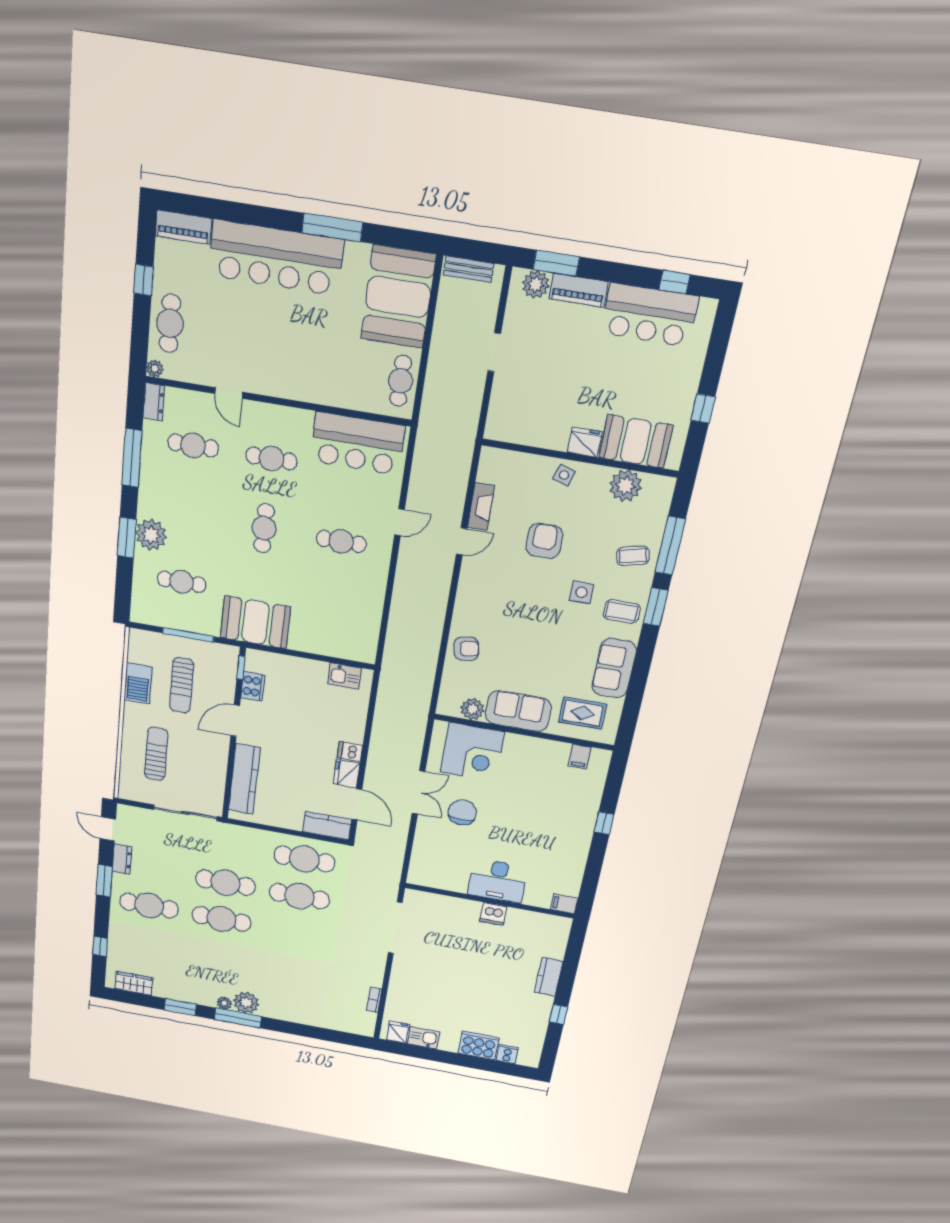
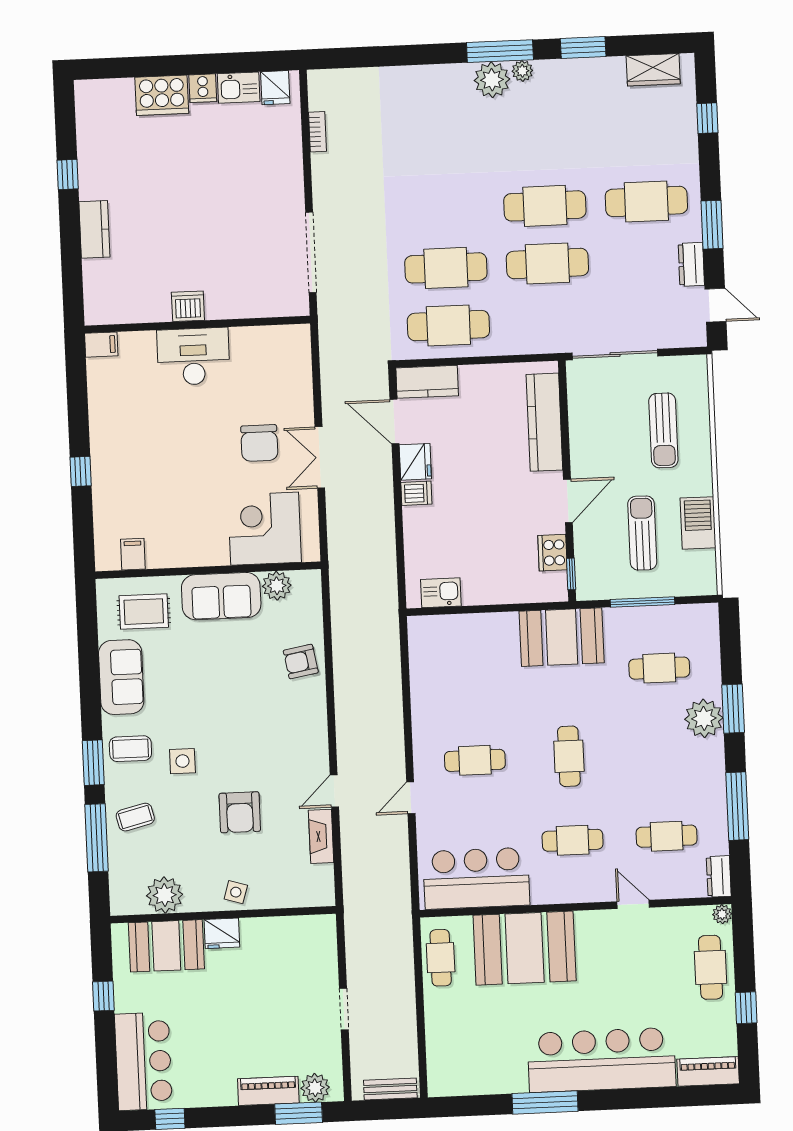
booth: (398, 297) -> (525, 948), moved, turned 90
bar counter: (649, 315) -> (143, 1061), moved, turned 90
cooker: (507, 1054) -> (203, 88), moved

